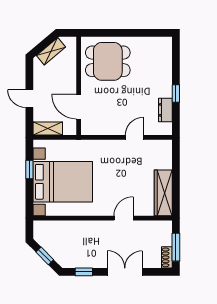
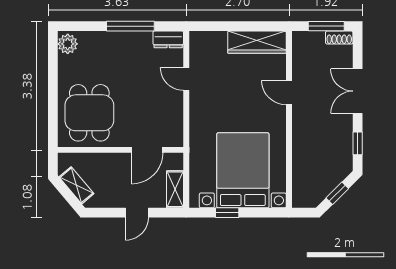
plant: (162, 44) -> (68, 44), added
window: (176, 94) -> (130, 26), width x2.17
dresser: (165, 110) -> (168, 39), moved

